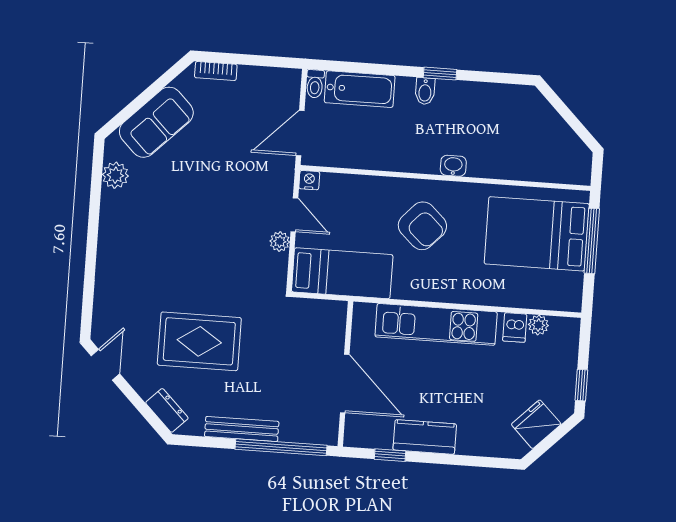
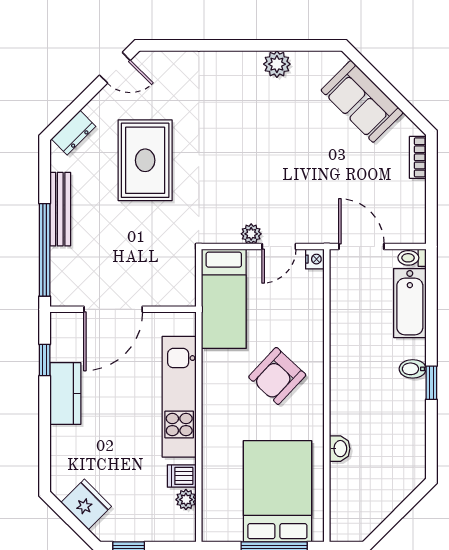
washbasin: (453, 166) -> (340, 449), moved
plant: (115, 175) -> (277, 64), moved

